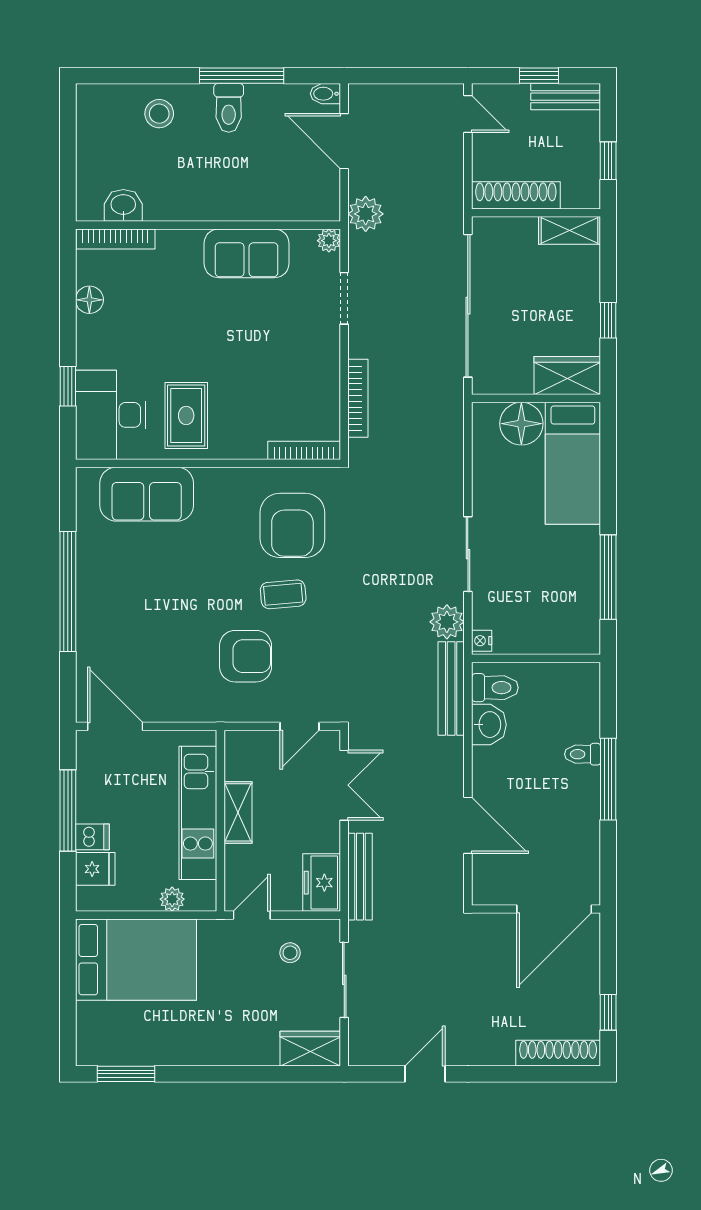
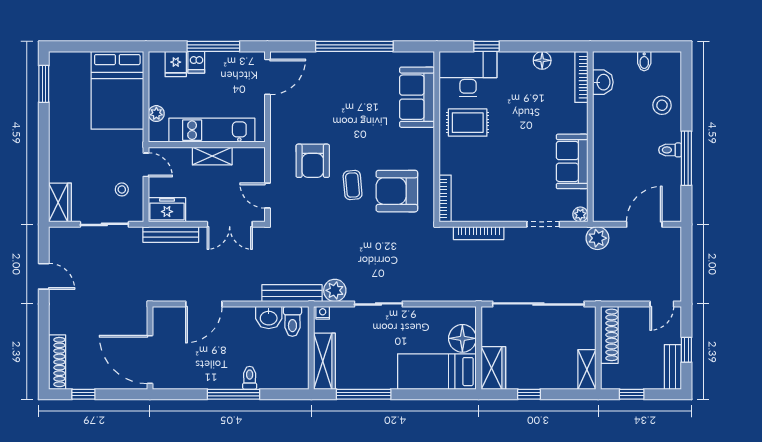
bidet: (325, 94) -> (644, 61), moved, turned 180
toilet: (229, 108) -> (670, 150), width x0.73, depth x0.72
wardrobe: (557, 638) -> (325, 361), added

